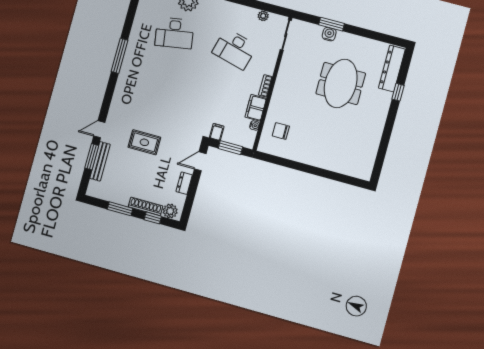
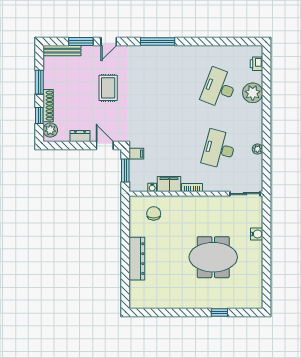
plant: (263, 16) -> (257, 149), moved
window: (331, 24) -> (267, 234), removed
desk: (174, 33) -> (219, 88), turned 30
window: (119, 56) -> (158, 42), moved
dresser: (392, 69) -> (137, 259), moved, turned 90
door: (99, 129) -> (109, 42), swing flipped
bench: (100, 161) -> (62, 51), moved

